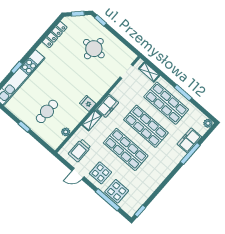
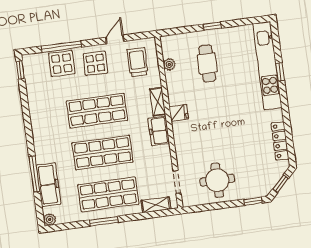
round table: (94, 49) -> (217, 180), moved
freezer: (189, 141) -> (49, 185), width x1.40

